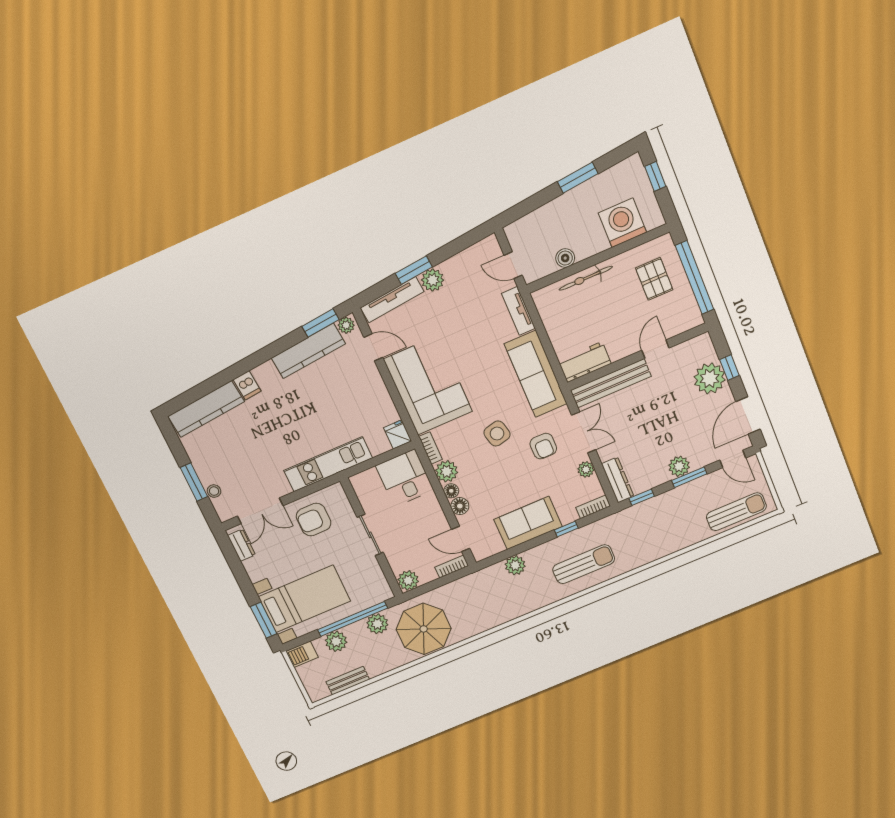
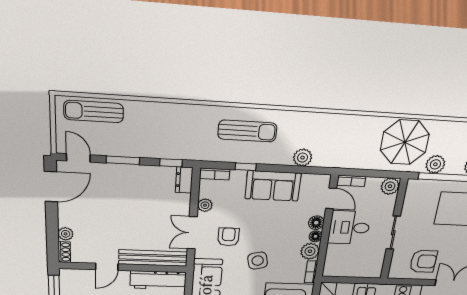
shoe rack: (707, 346) -> (64, 252), added
workbench: (585, 362) -> (158, 280), width x1.37
window: (729, 368) -> (52, 229), removed
plant: (710, 378) -> (66, 234), width x0.53, depth x0.53
plant: (679, 466) -> (127, 173), removed
desk: (405, 478) -> (349, 228), moved, turned 90
dresser: (618, 480) -> (184, 180), width x0.70
sun lounger: (584, 564) -> (247, 131), turned 180

